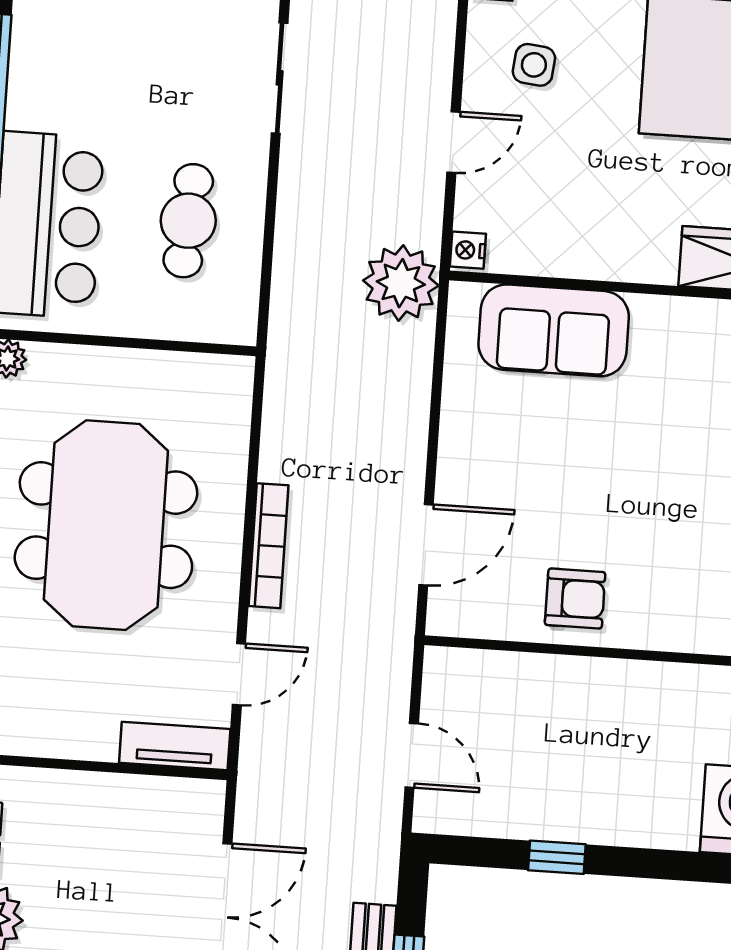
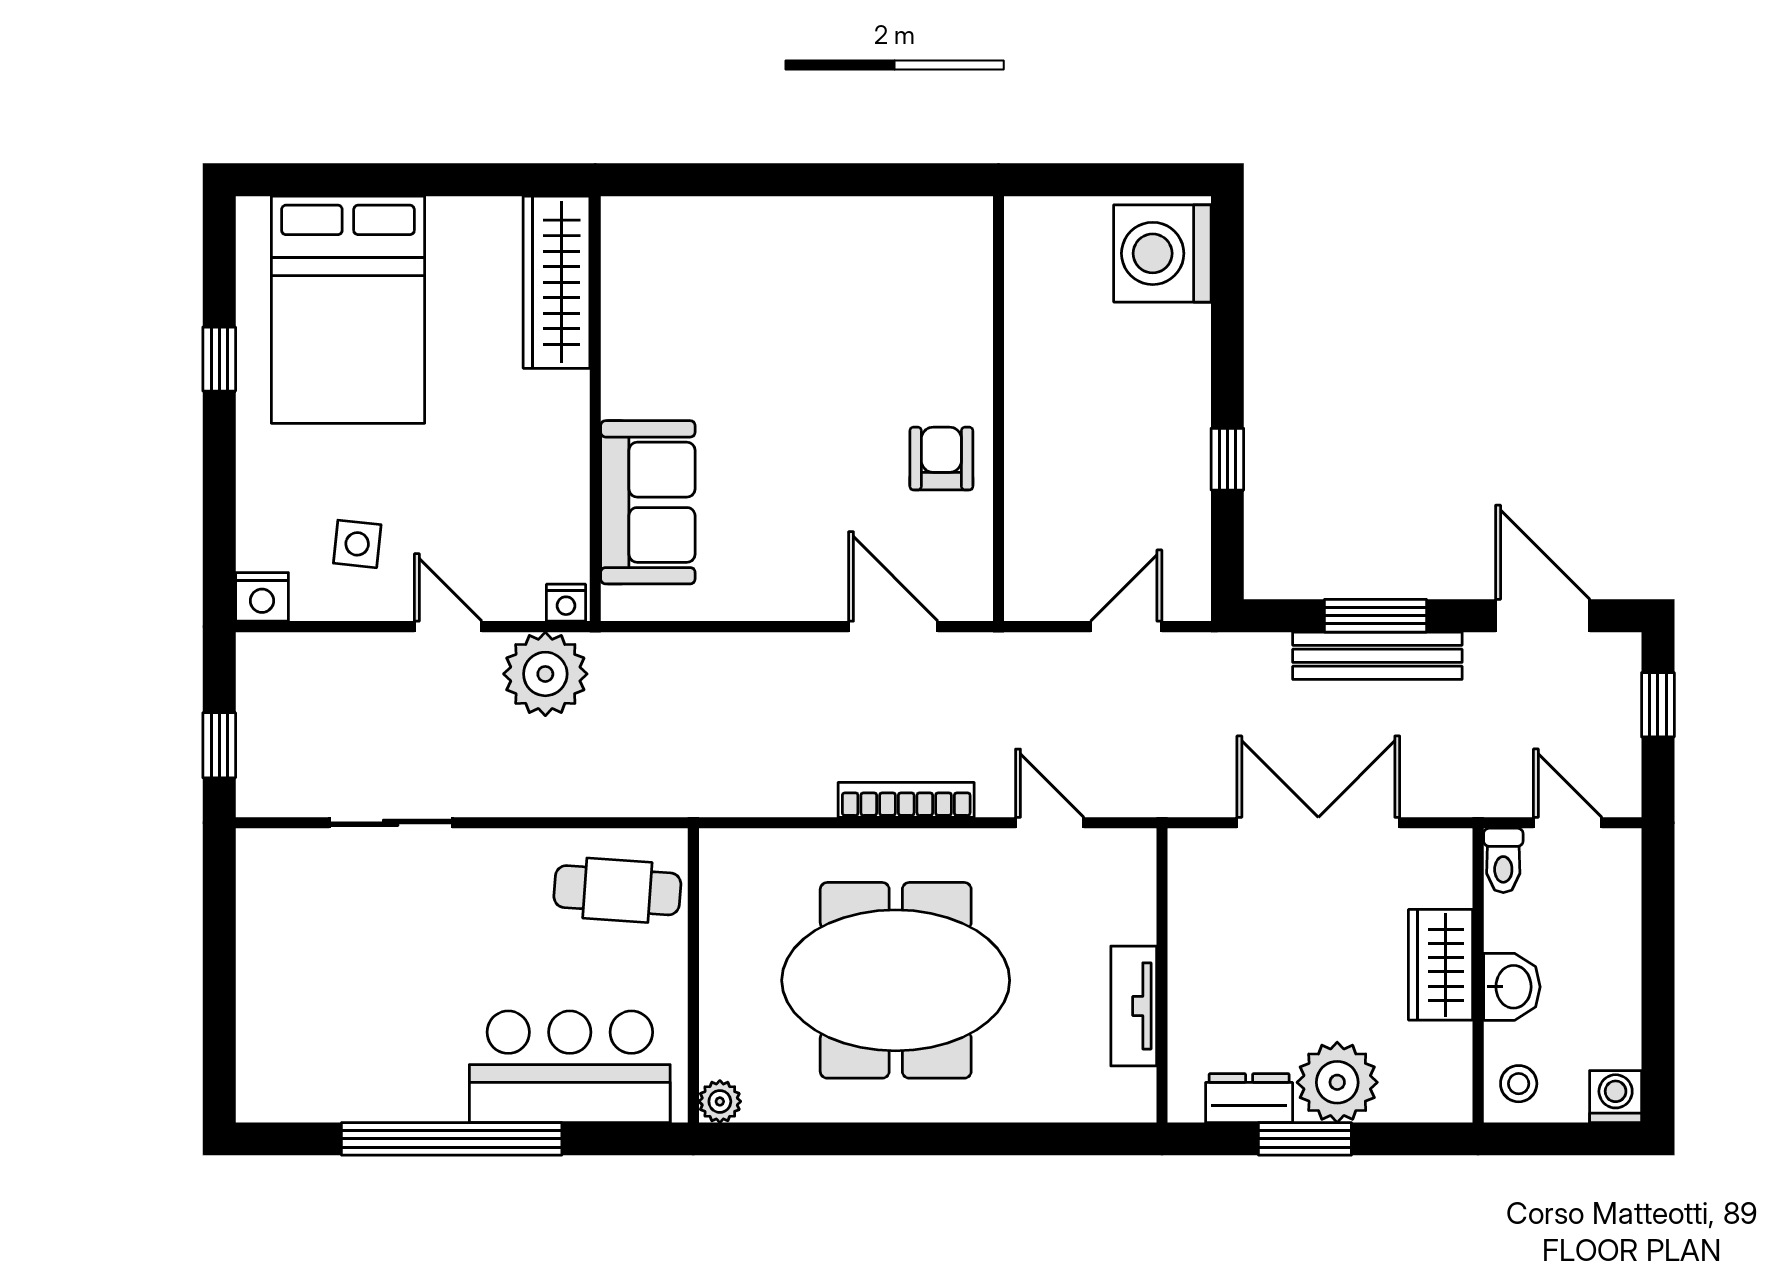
cafe table: (188, 221) -> (617, 890), moved
plant: (401, 283) -> (545, 674), moved
tv unit: (175, 746) -> (1134, 1006), moved

